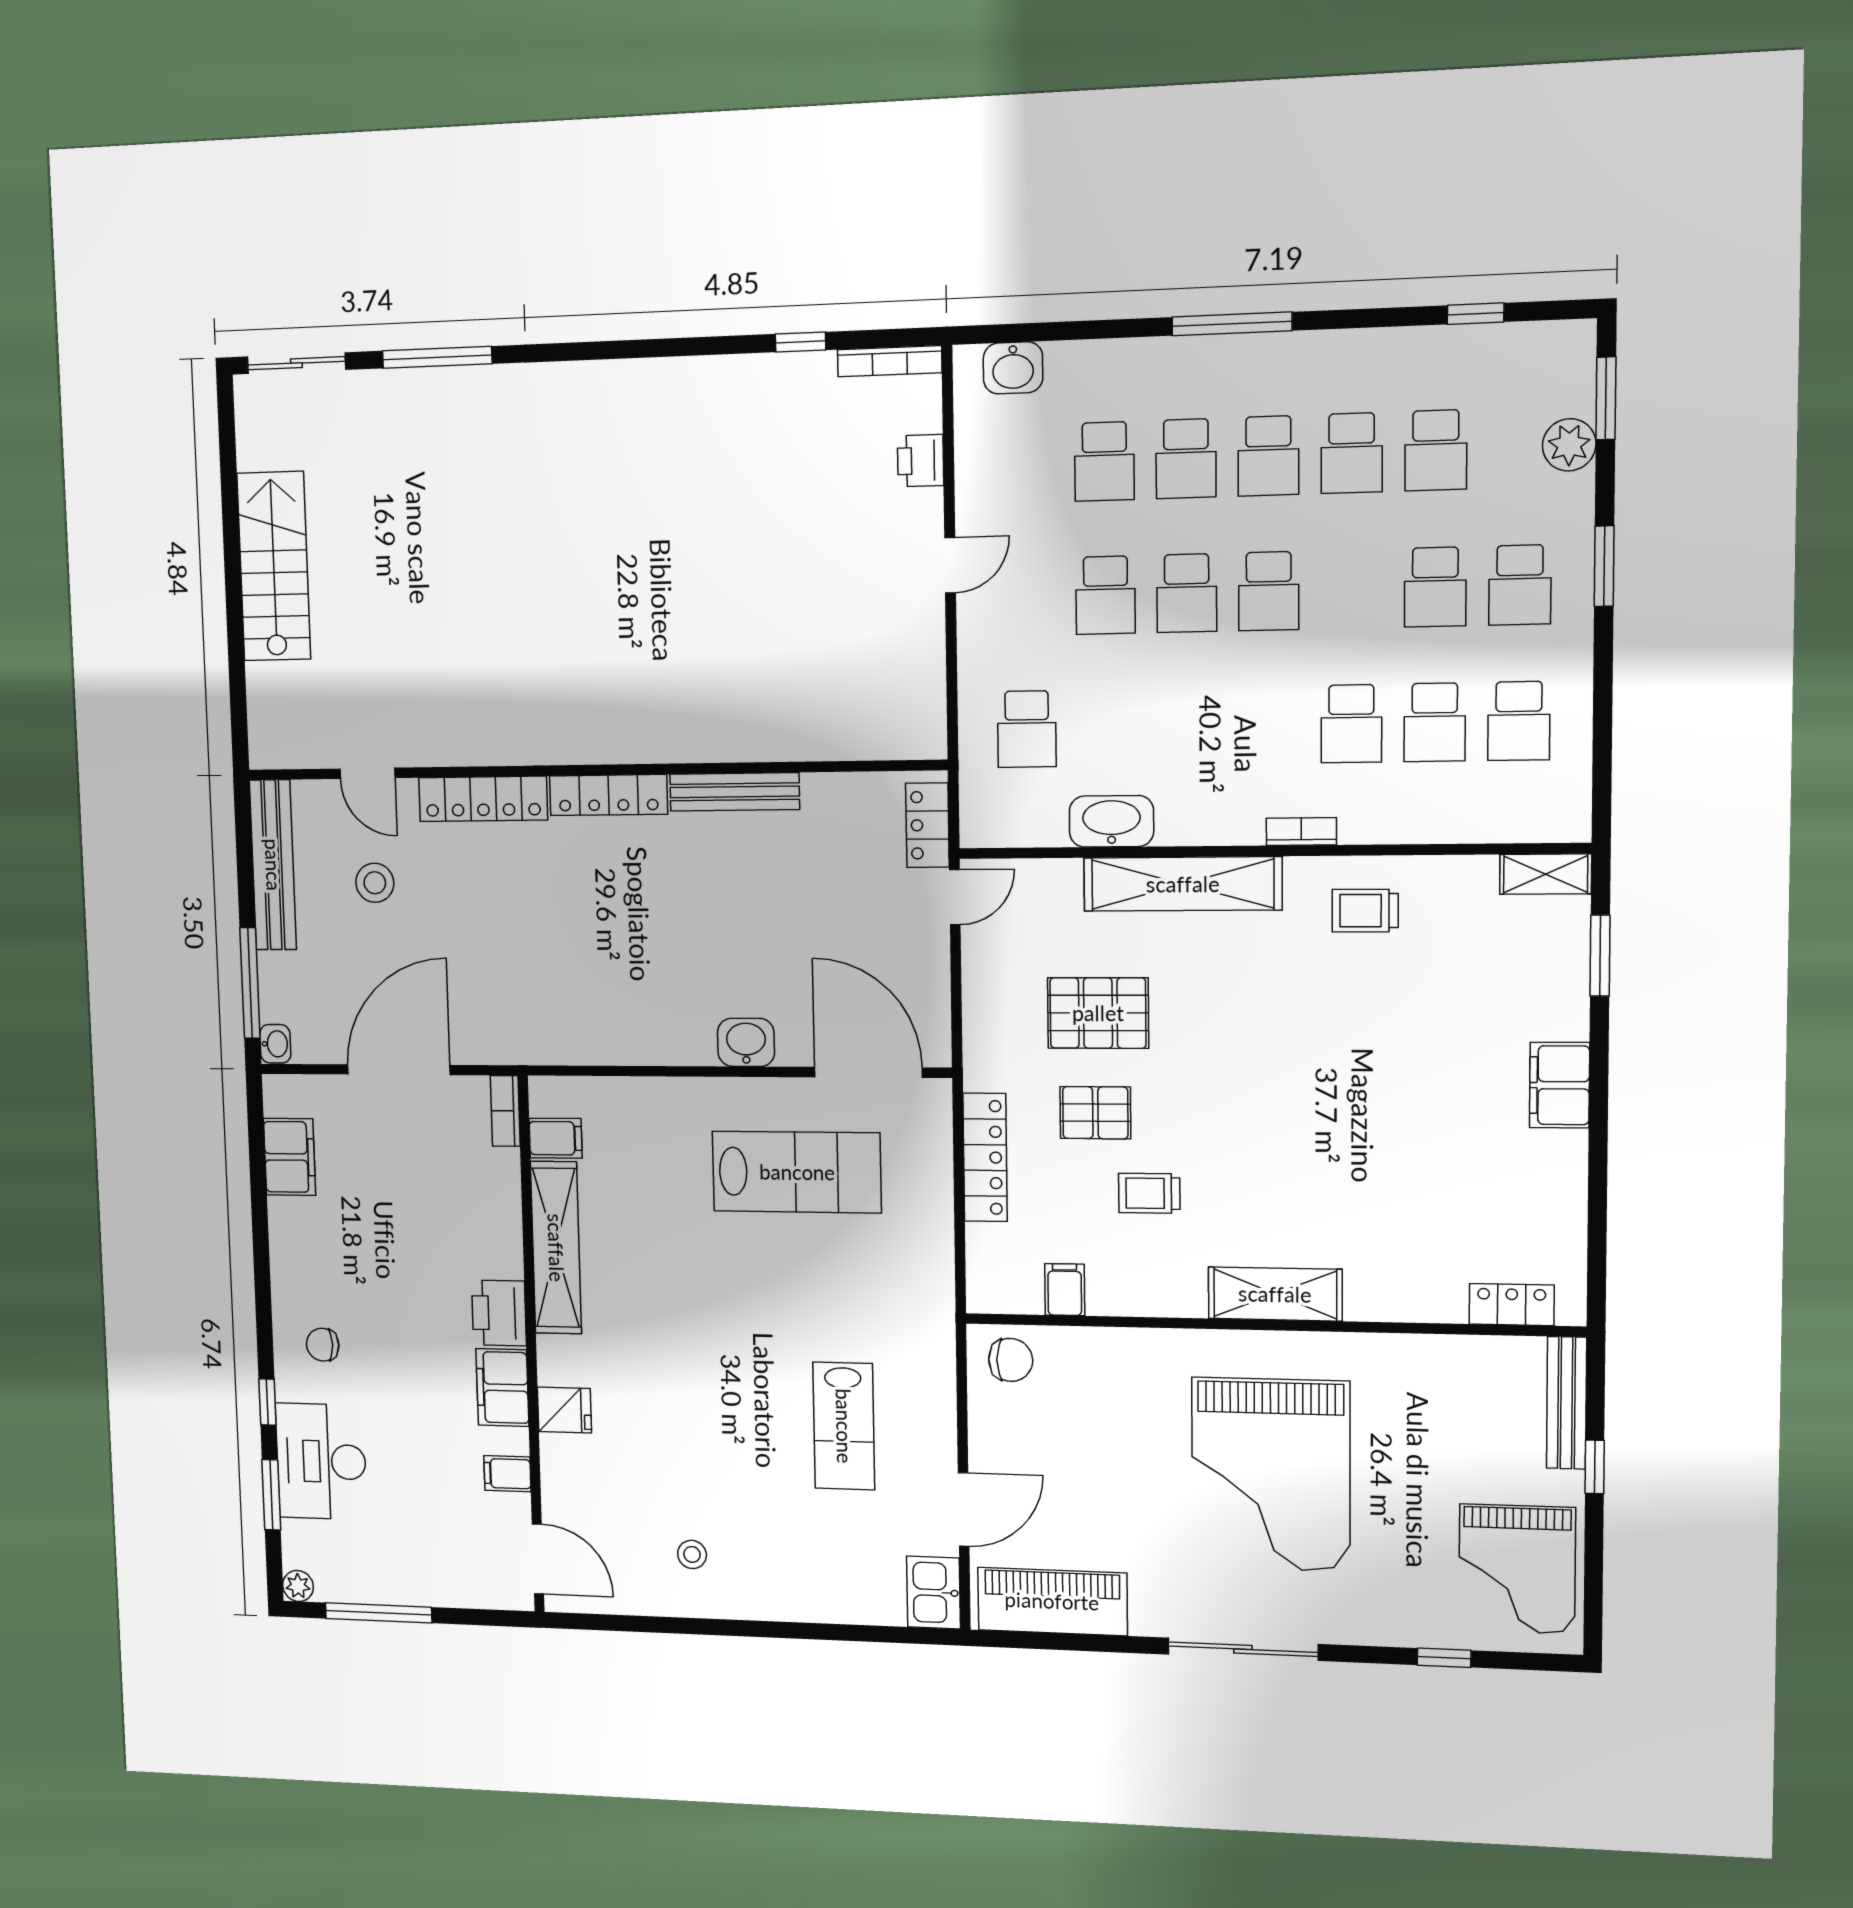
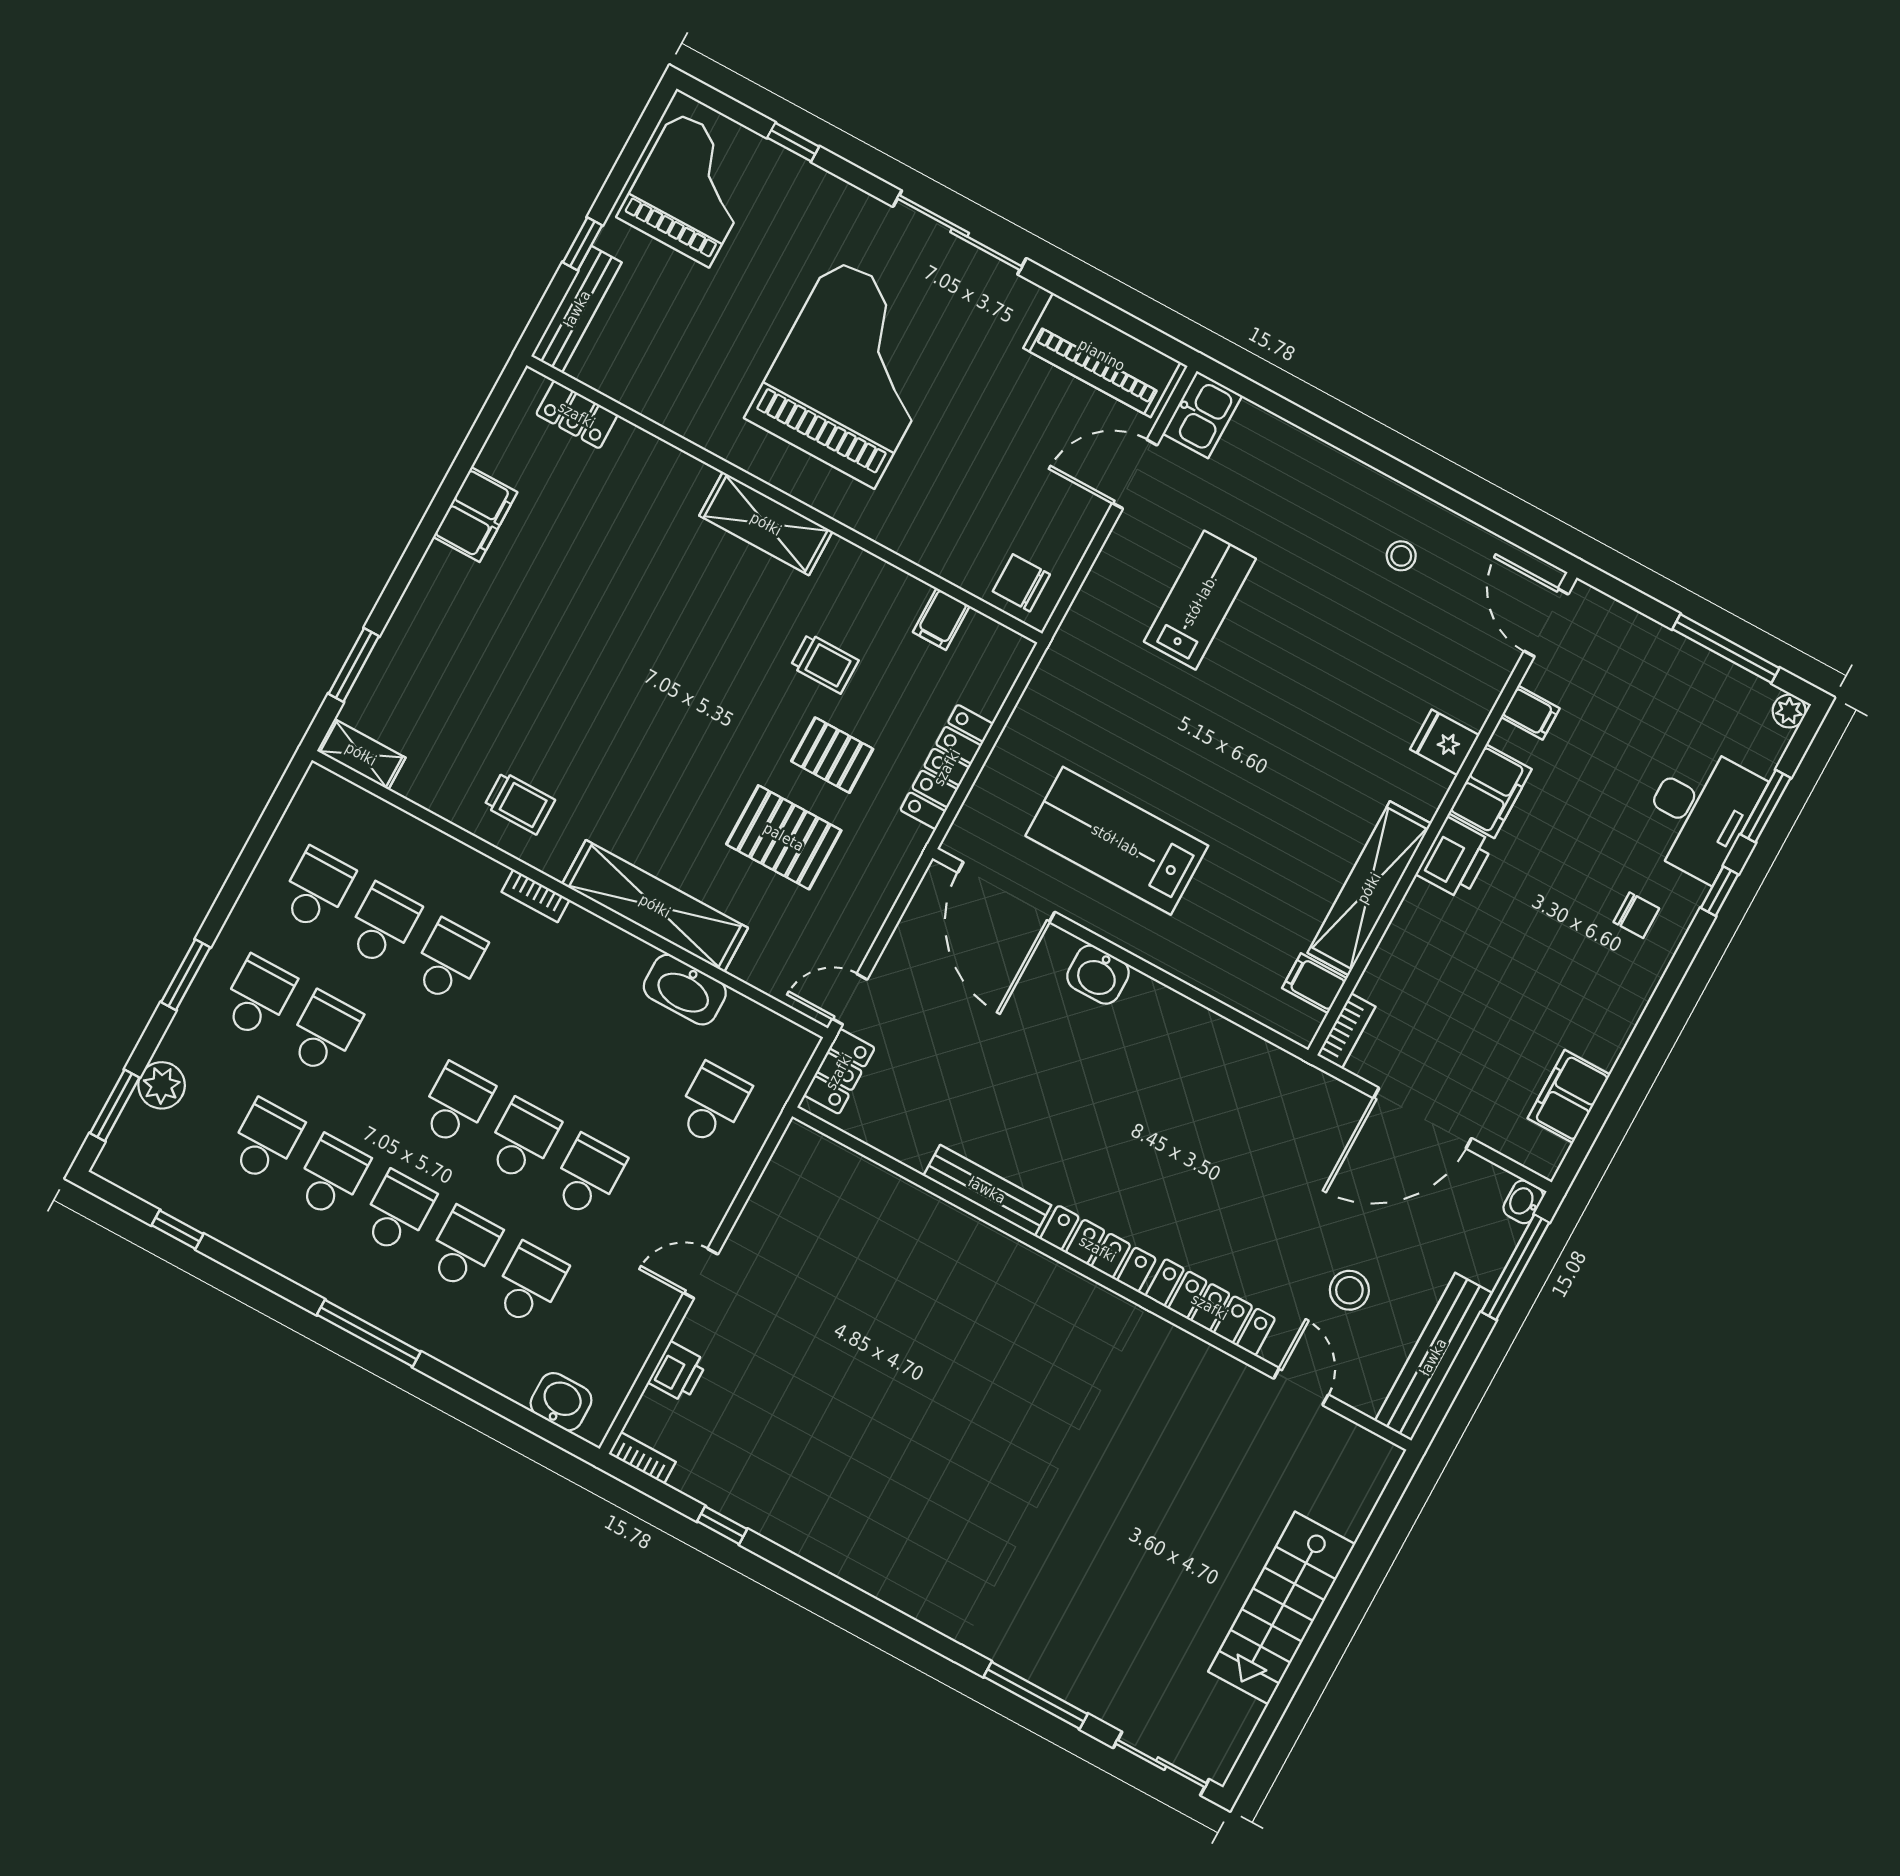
bookcase: (890, 361) -> (642, 1458), width x0.64
filing cabinet: (1560, 1085) -> (475, 515), moved

